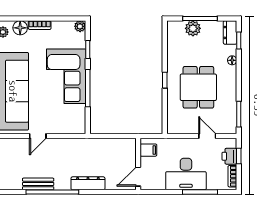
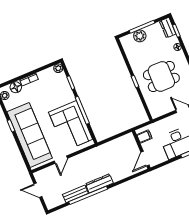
corner sofa: (66, 76) -> (71, 126), moved
dining table: (198, 87) -> (161, 76), turned 90
dresser: (88, 183) -> (99, 183), moved

